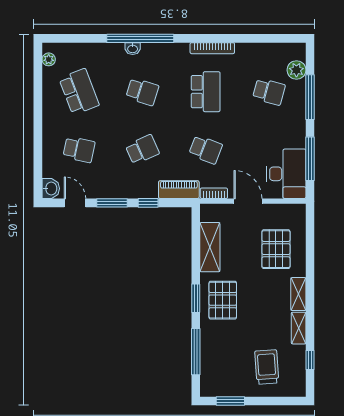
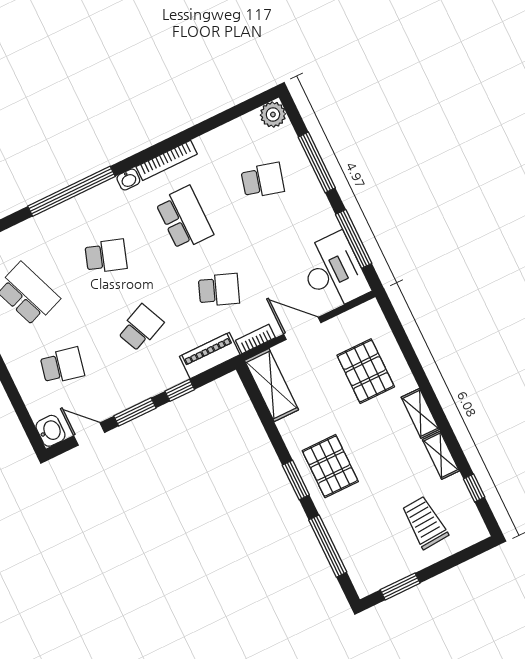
washbasin: (133, 49) -> (128, 179), moved
plant: (296, 70) -> (273, 114), moved
shelving: (210, 247) -> (271, 385), moved

